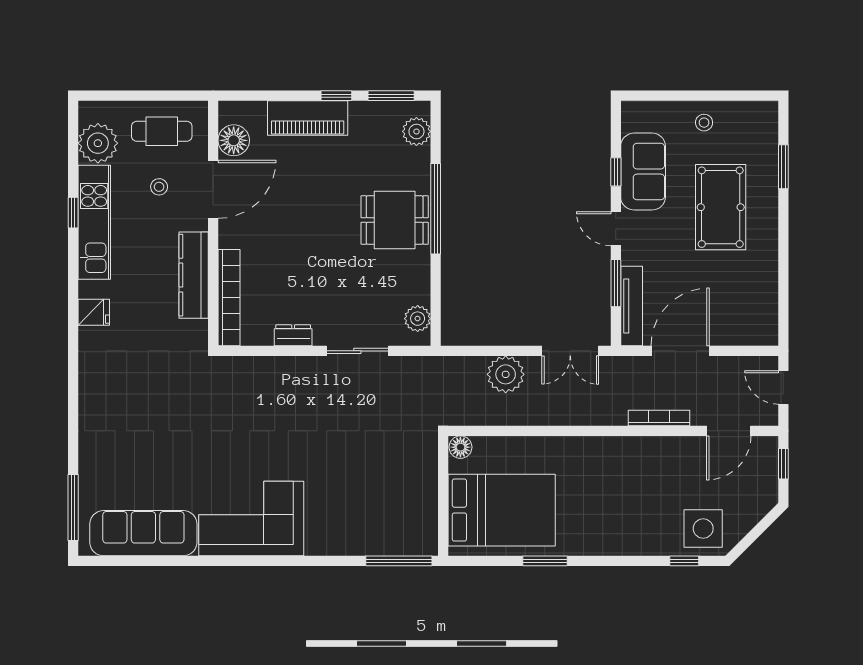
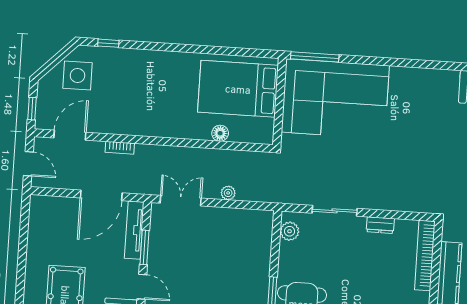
plant: (506, 374) -> (228, 193), width x0.53, depth x0.53
bookcase: (659, 418) -> (120, 148), width x0.64
floor lamp: (460, 447) -> (220, 133), moved
corner sofa: (251, 518) -> (335, 99), moved, width x1.36, depth x1.36
side table: (703, 529) -> (77, 75), moved
window: (545, 561) -> (209, 50), removed

